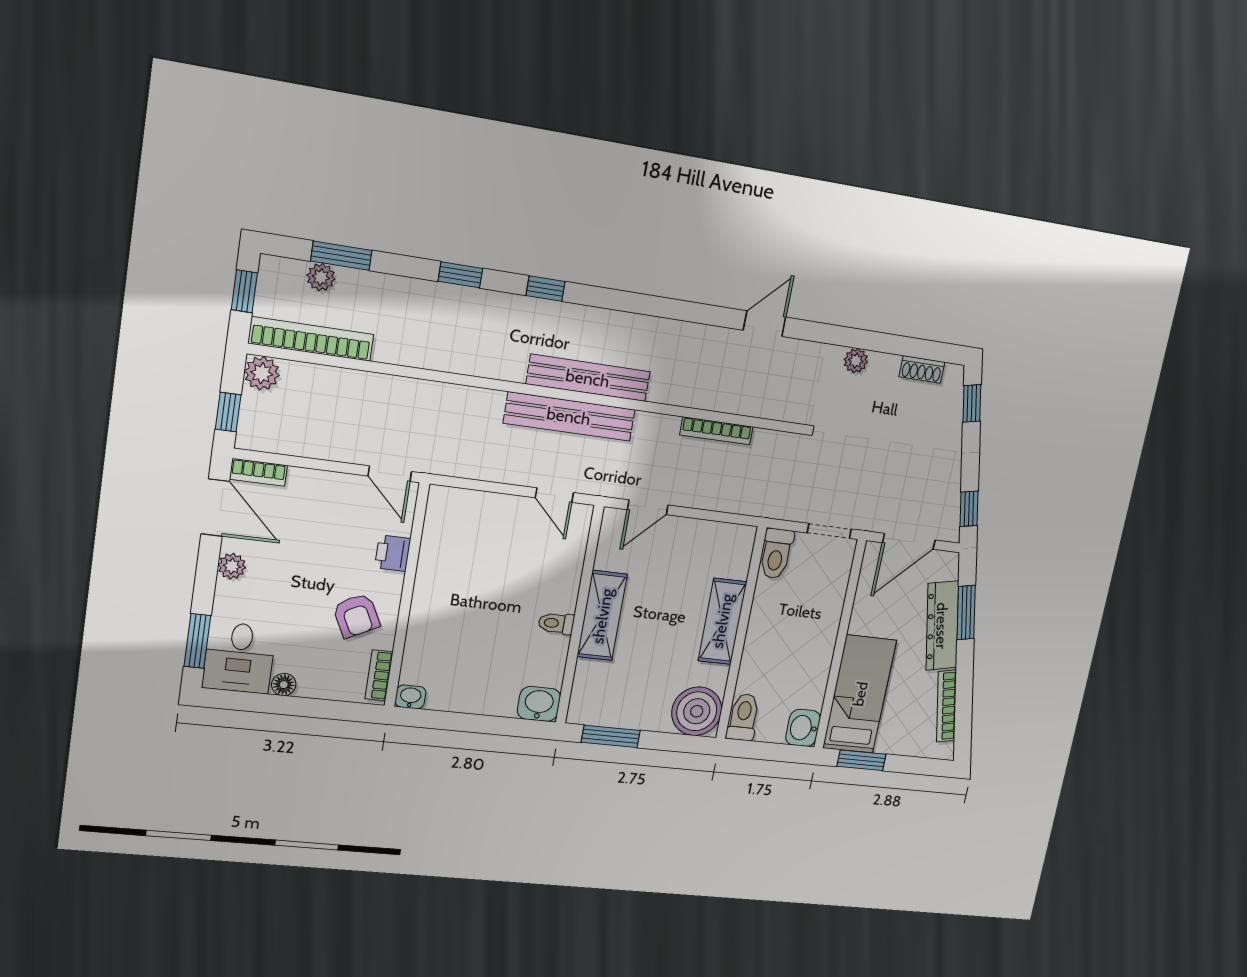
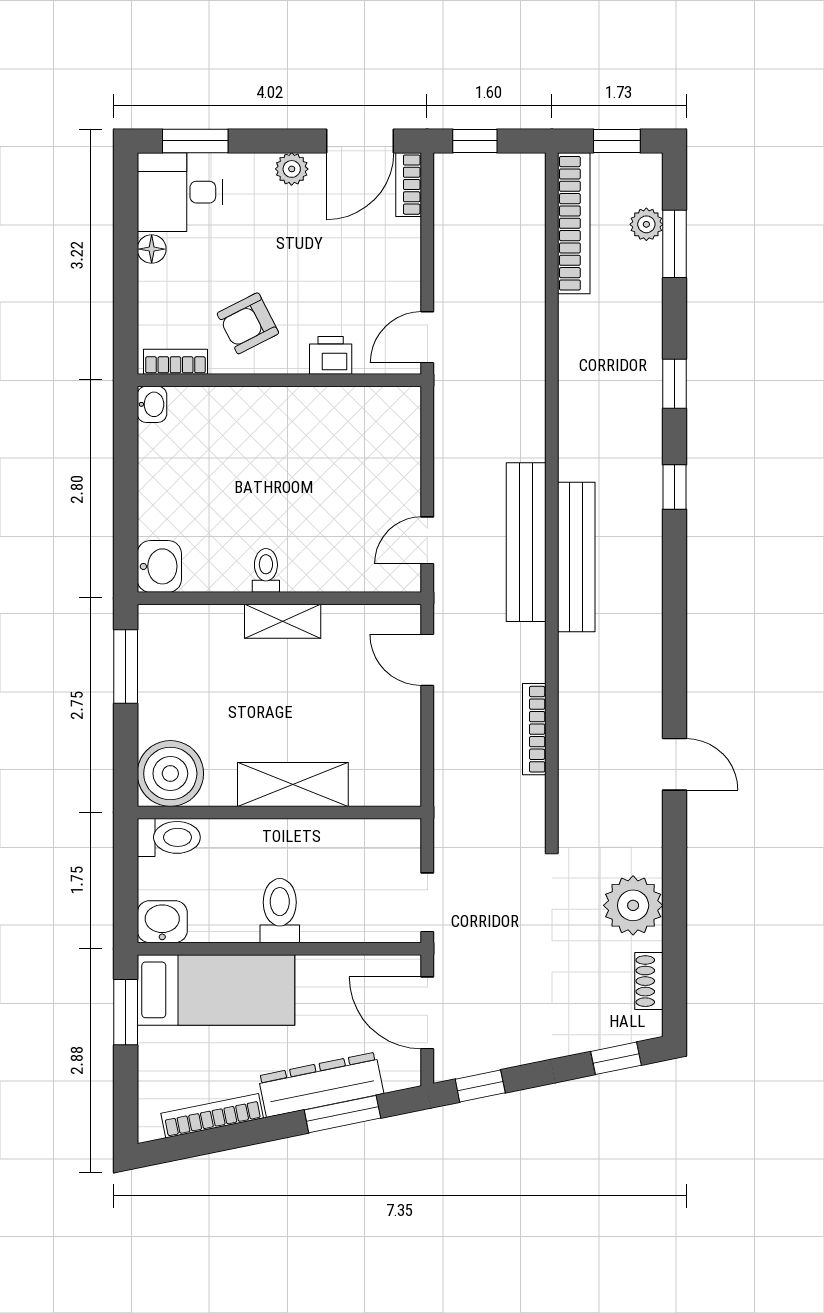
plant: (856, 361) -> (633, 905), width x1.87, depth x1.87
plant: (262, 373) -> (526, 173), removed
toilet: (776, 554) -> (280, 911), moved, turned 90
shelving: (602, 616) -> (283, 621), width x0.67, depth x0.75

